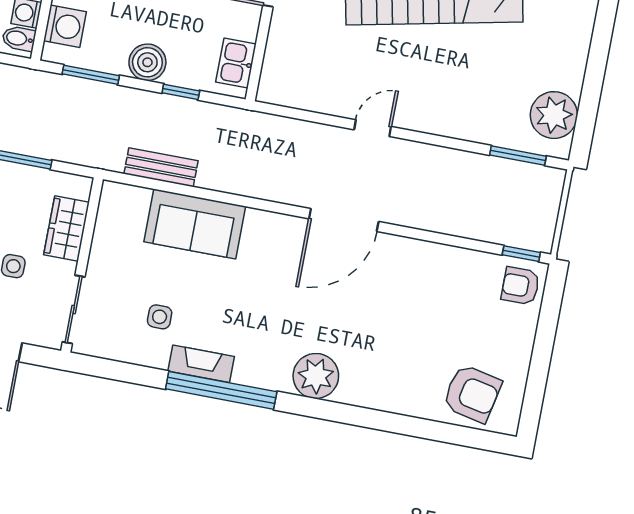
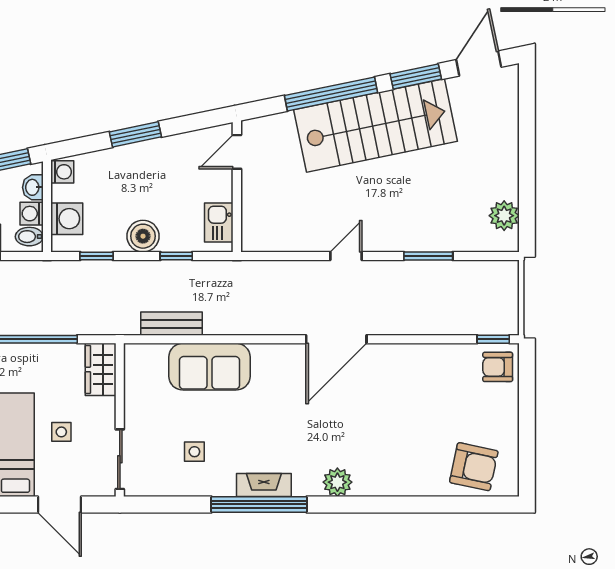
window: (91, 75) -> (97, 256), width x0.67
plant: (554, 115) -> (504, 216), width x0.73, depth x0.73
window: (518, 156) -> (428, 256), moved
wardrobe: (67, 228) -> (101, 369), moved
fireplace: (201, 364) -> (264, 485), moved
plant: (316, 376) -> (337, 482), width x0.73, depth x0.73

